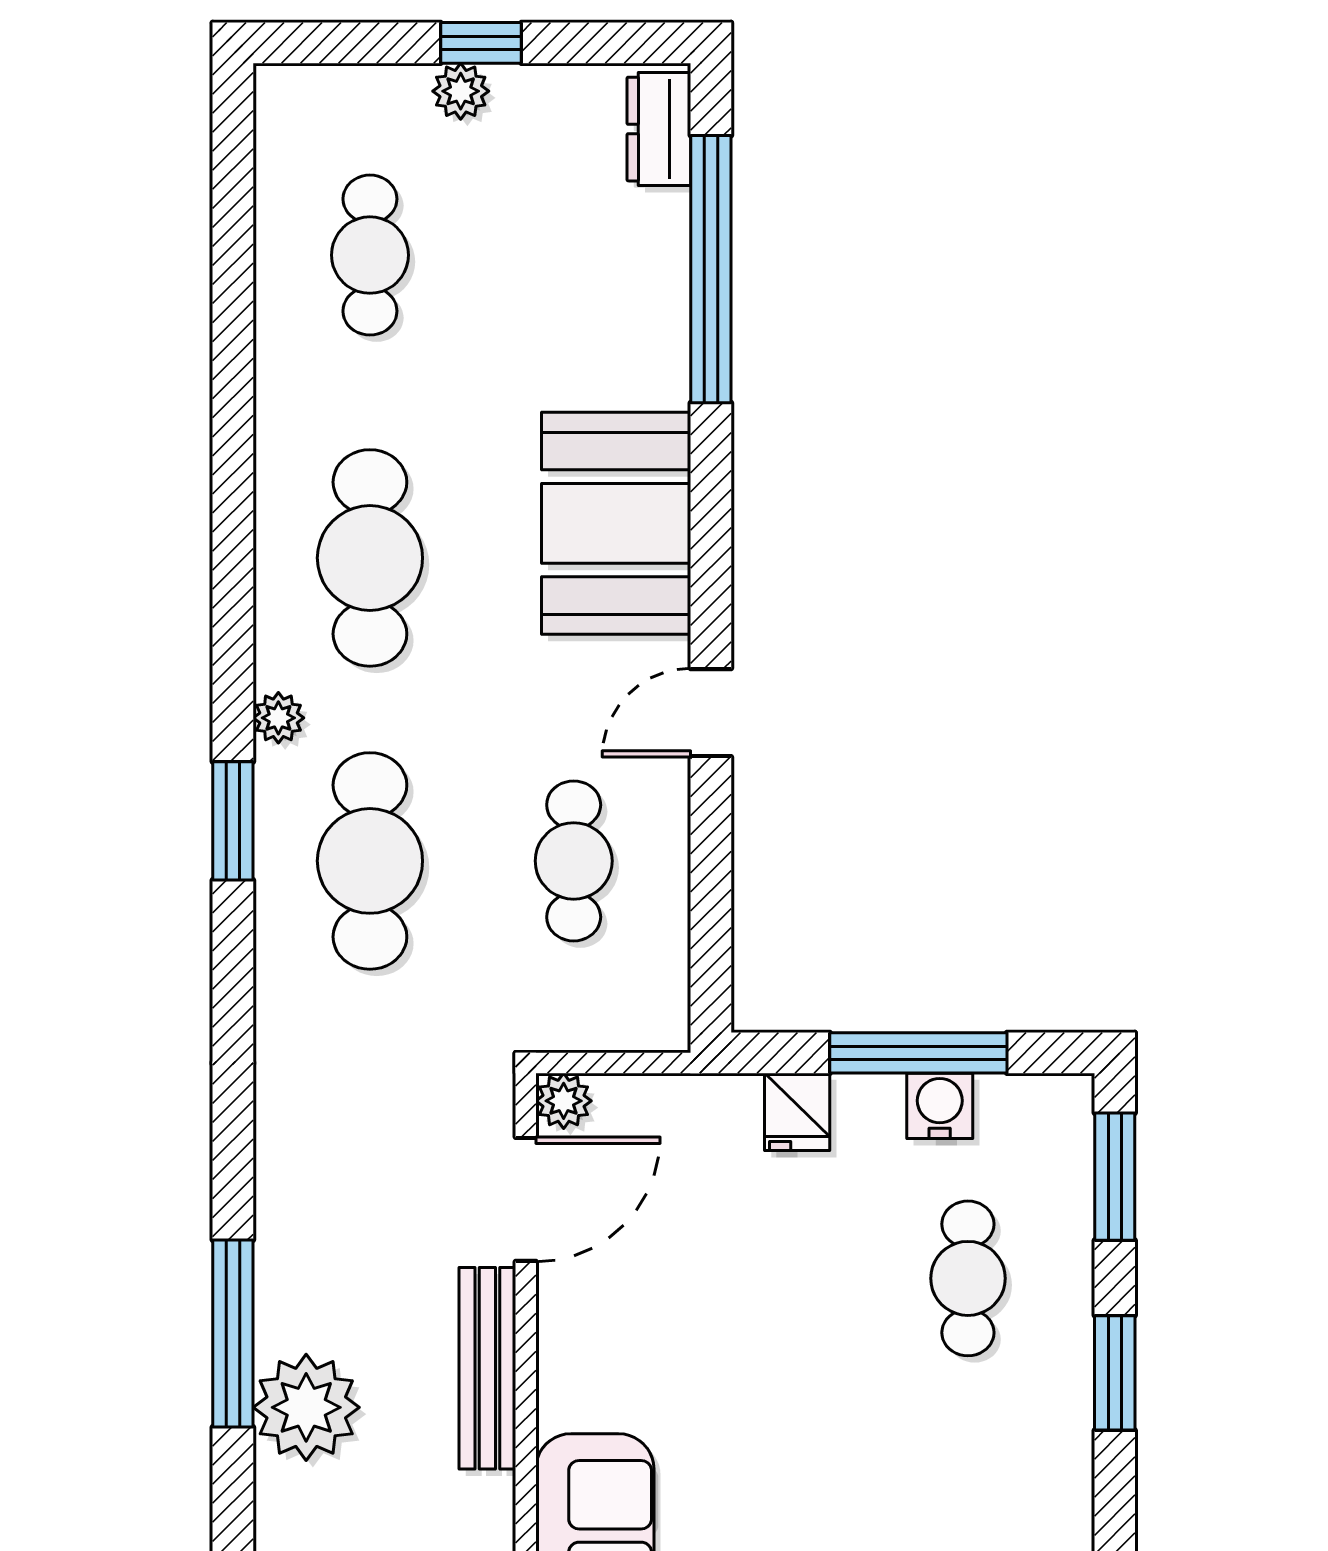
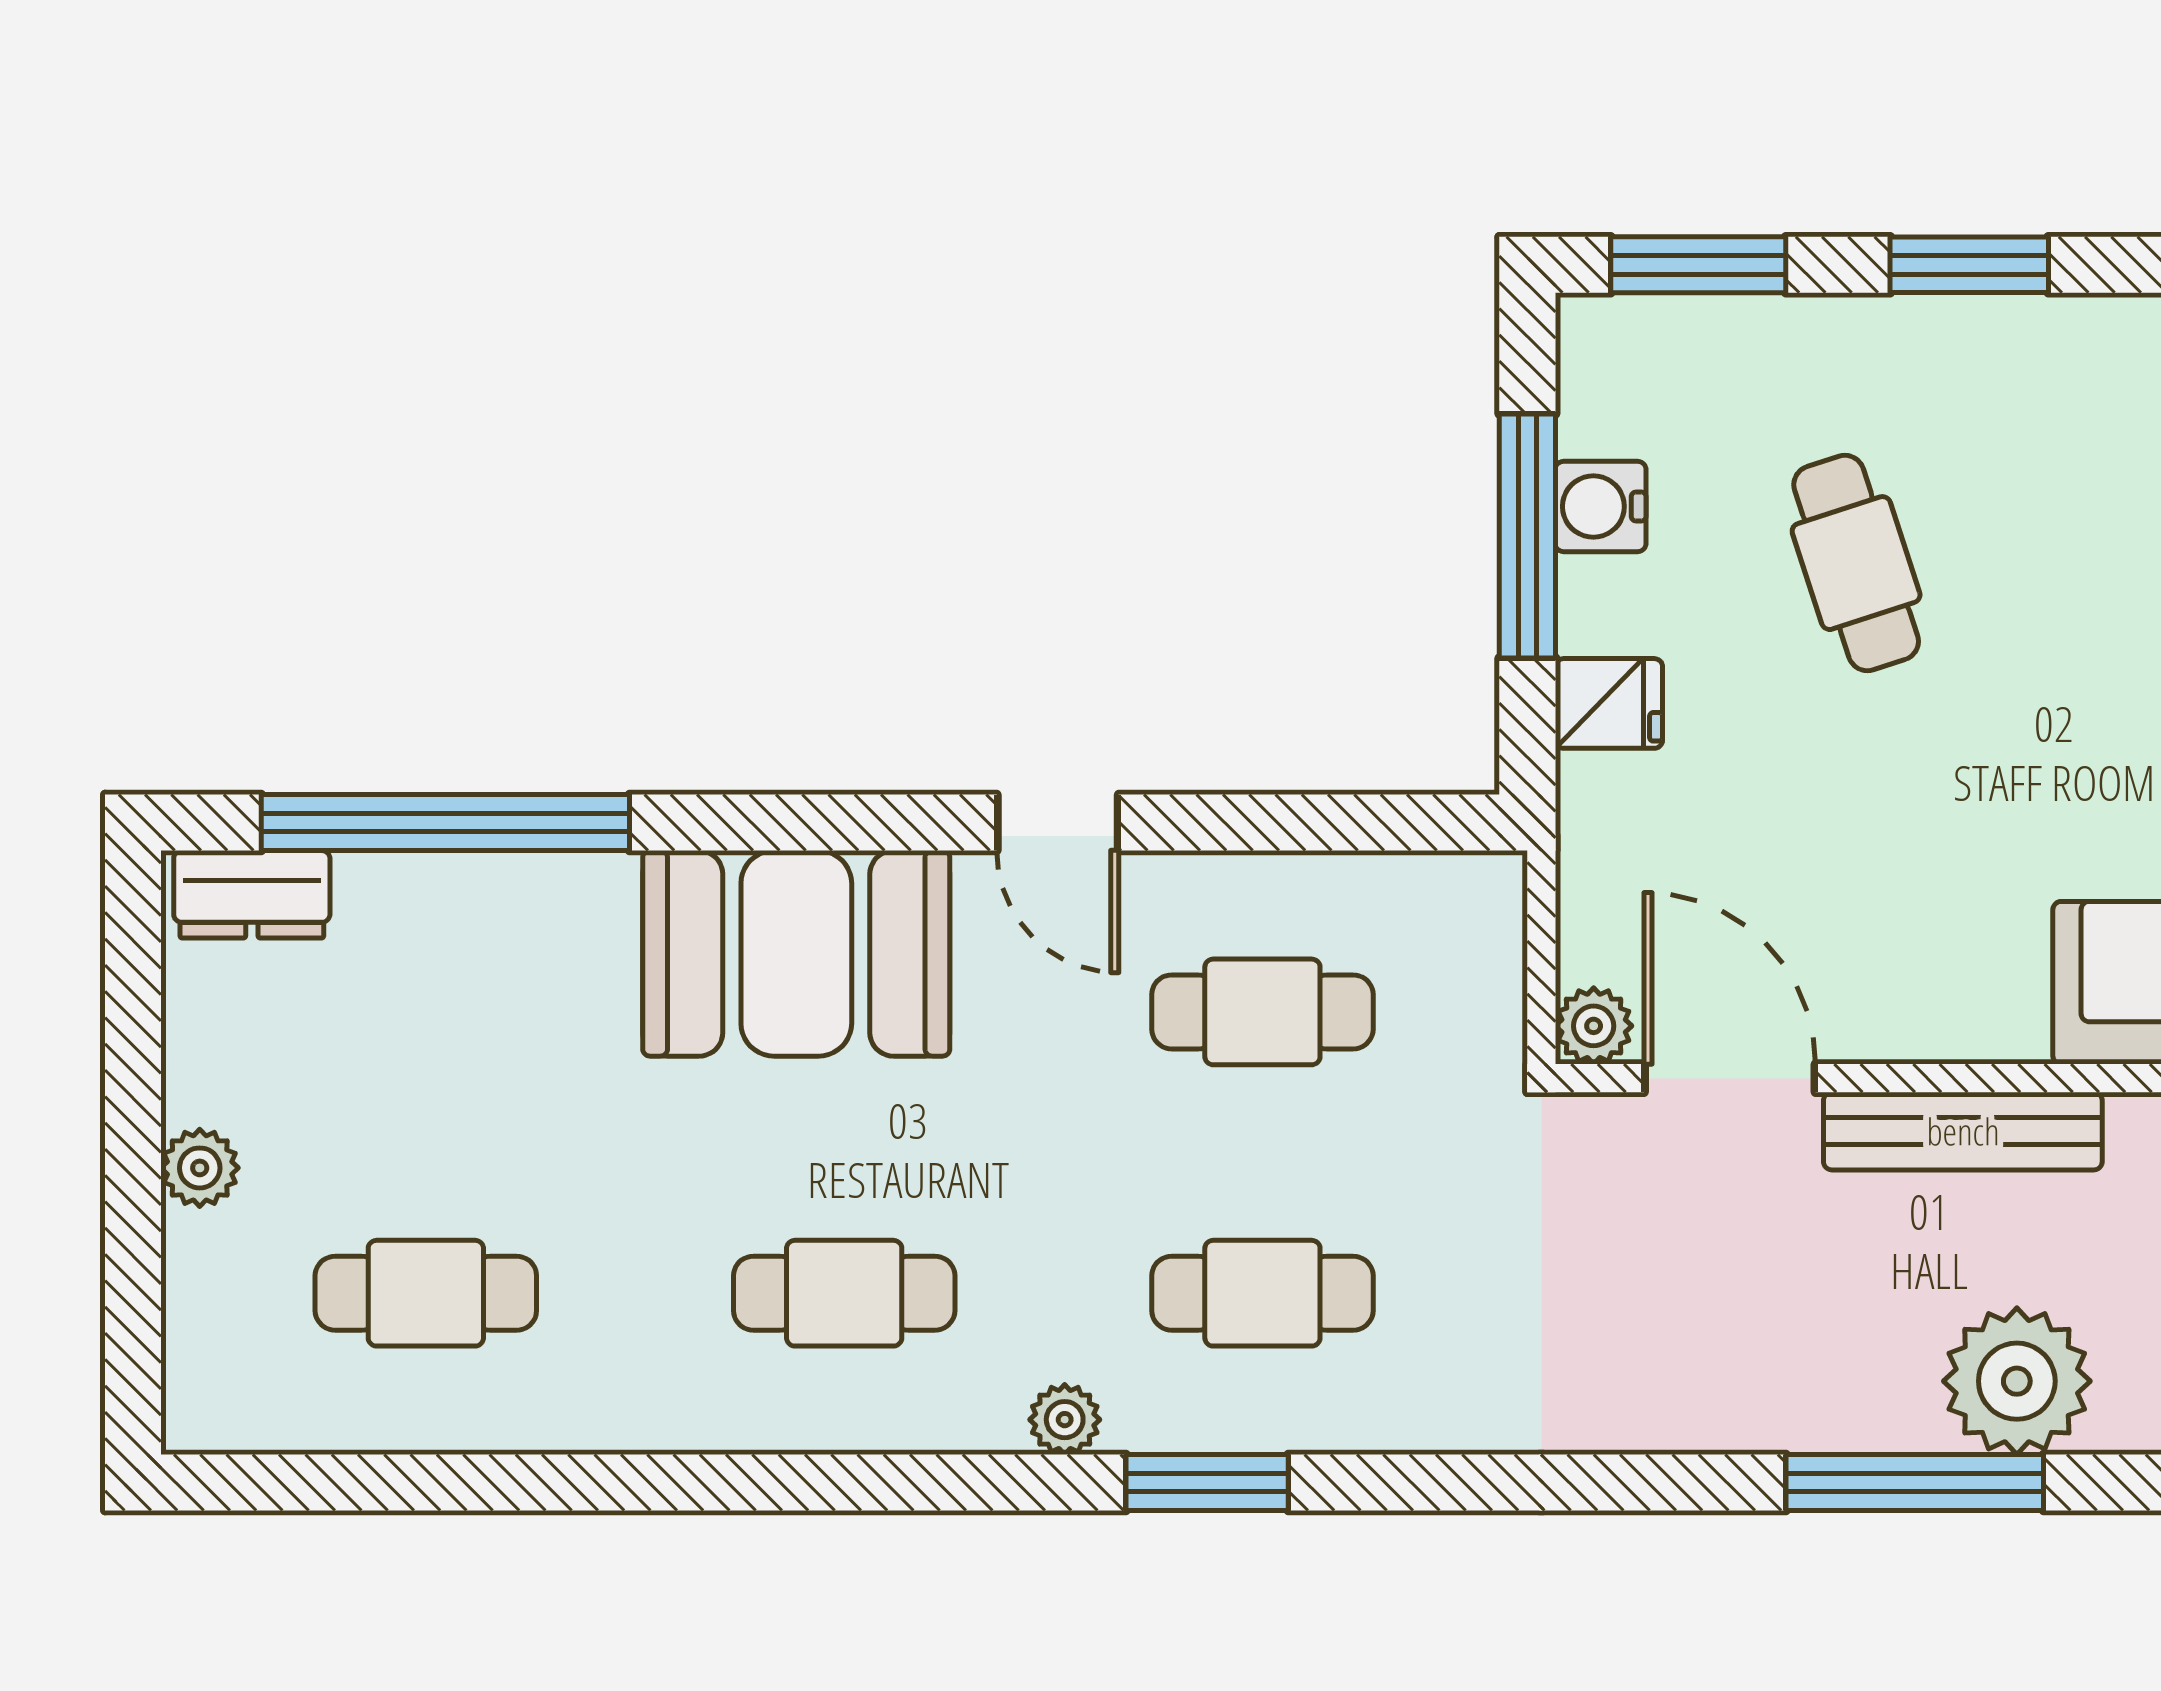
window: (481, 43) -> (133, 1140), removed
cafe table: (370, 558) -> (844, 1293), width x0.73, depth x0.74
cafe table: (370, 861) -> (1262, 1293), width x0.73, depth x0.74
cafe table: (968, 1278) -> (1856, 563), moved, turned 72

